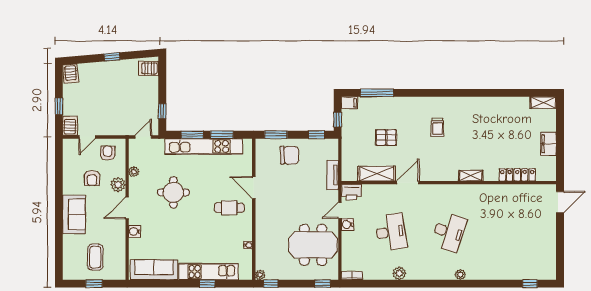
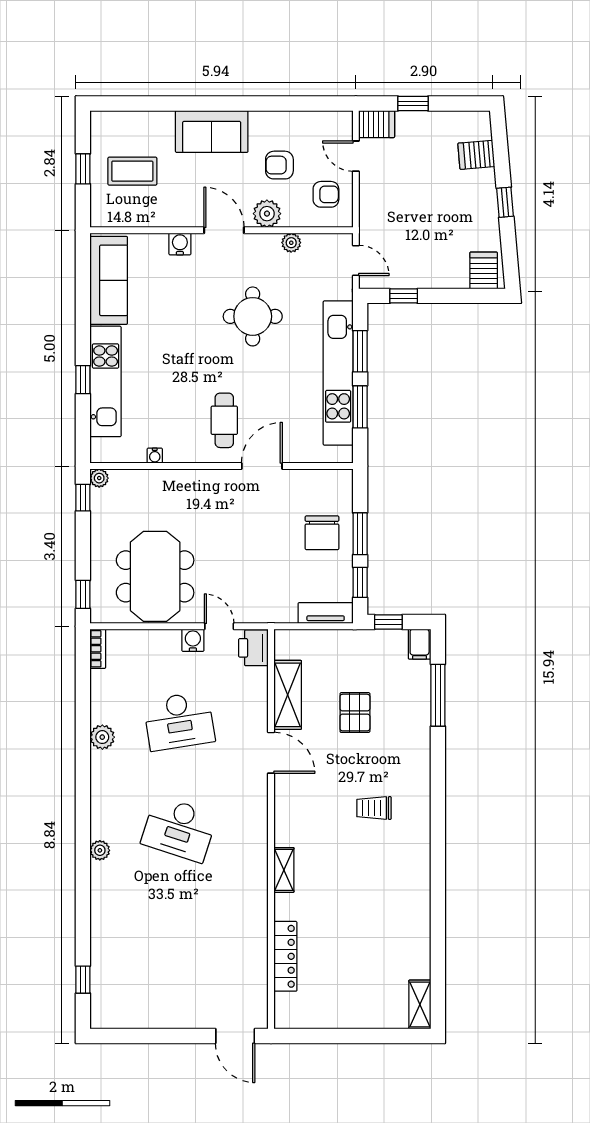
server rack: (71, 74) -> (476, 155), moved
window: (276, 135) -> (360, 534), moved
filing cabinet: (548, 144) -> (343, 1015), removed
tv unit: (333, 175) -> (326, 613), moved

